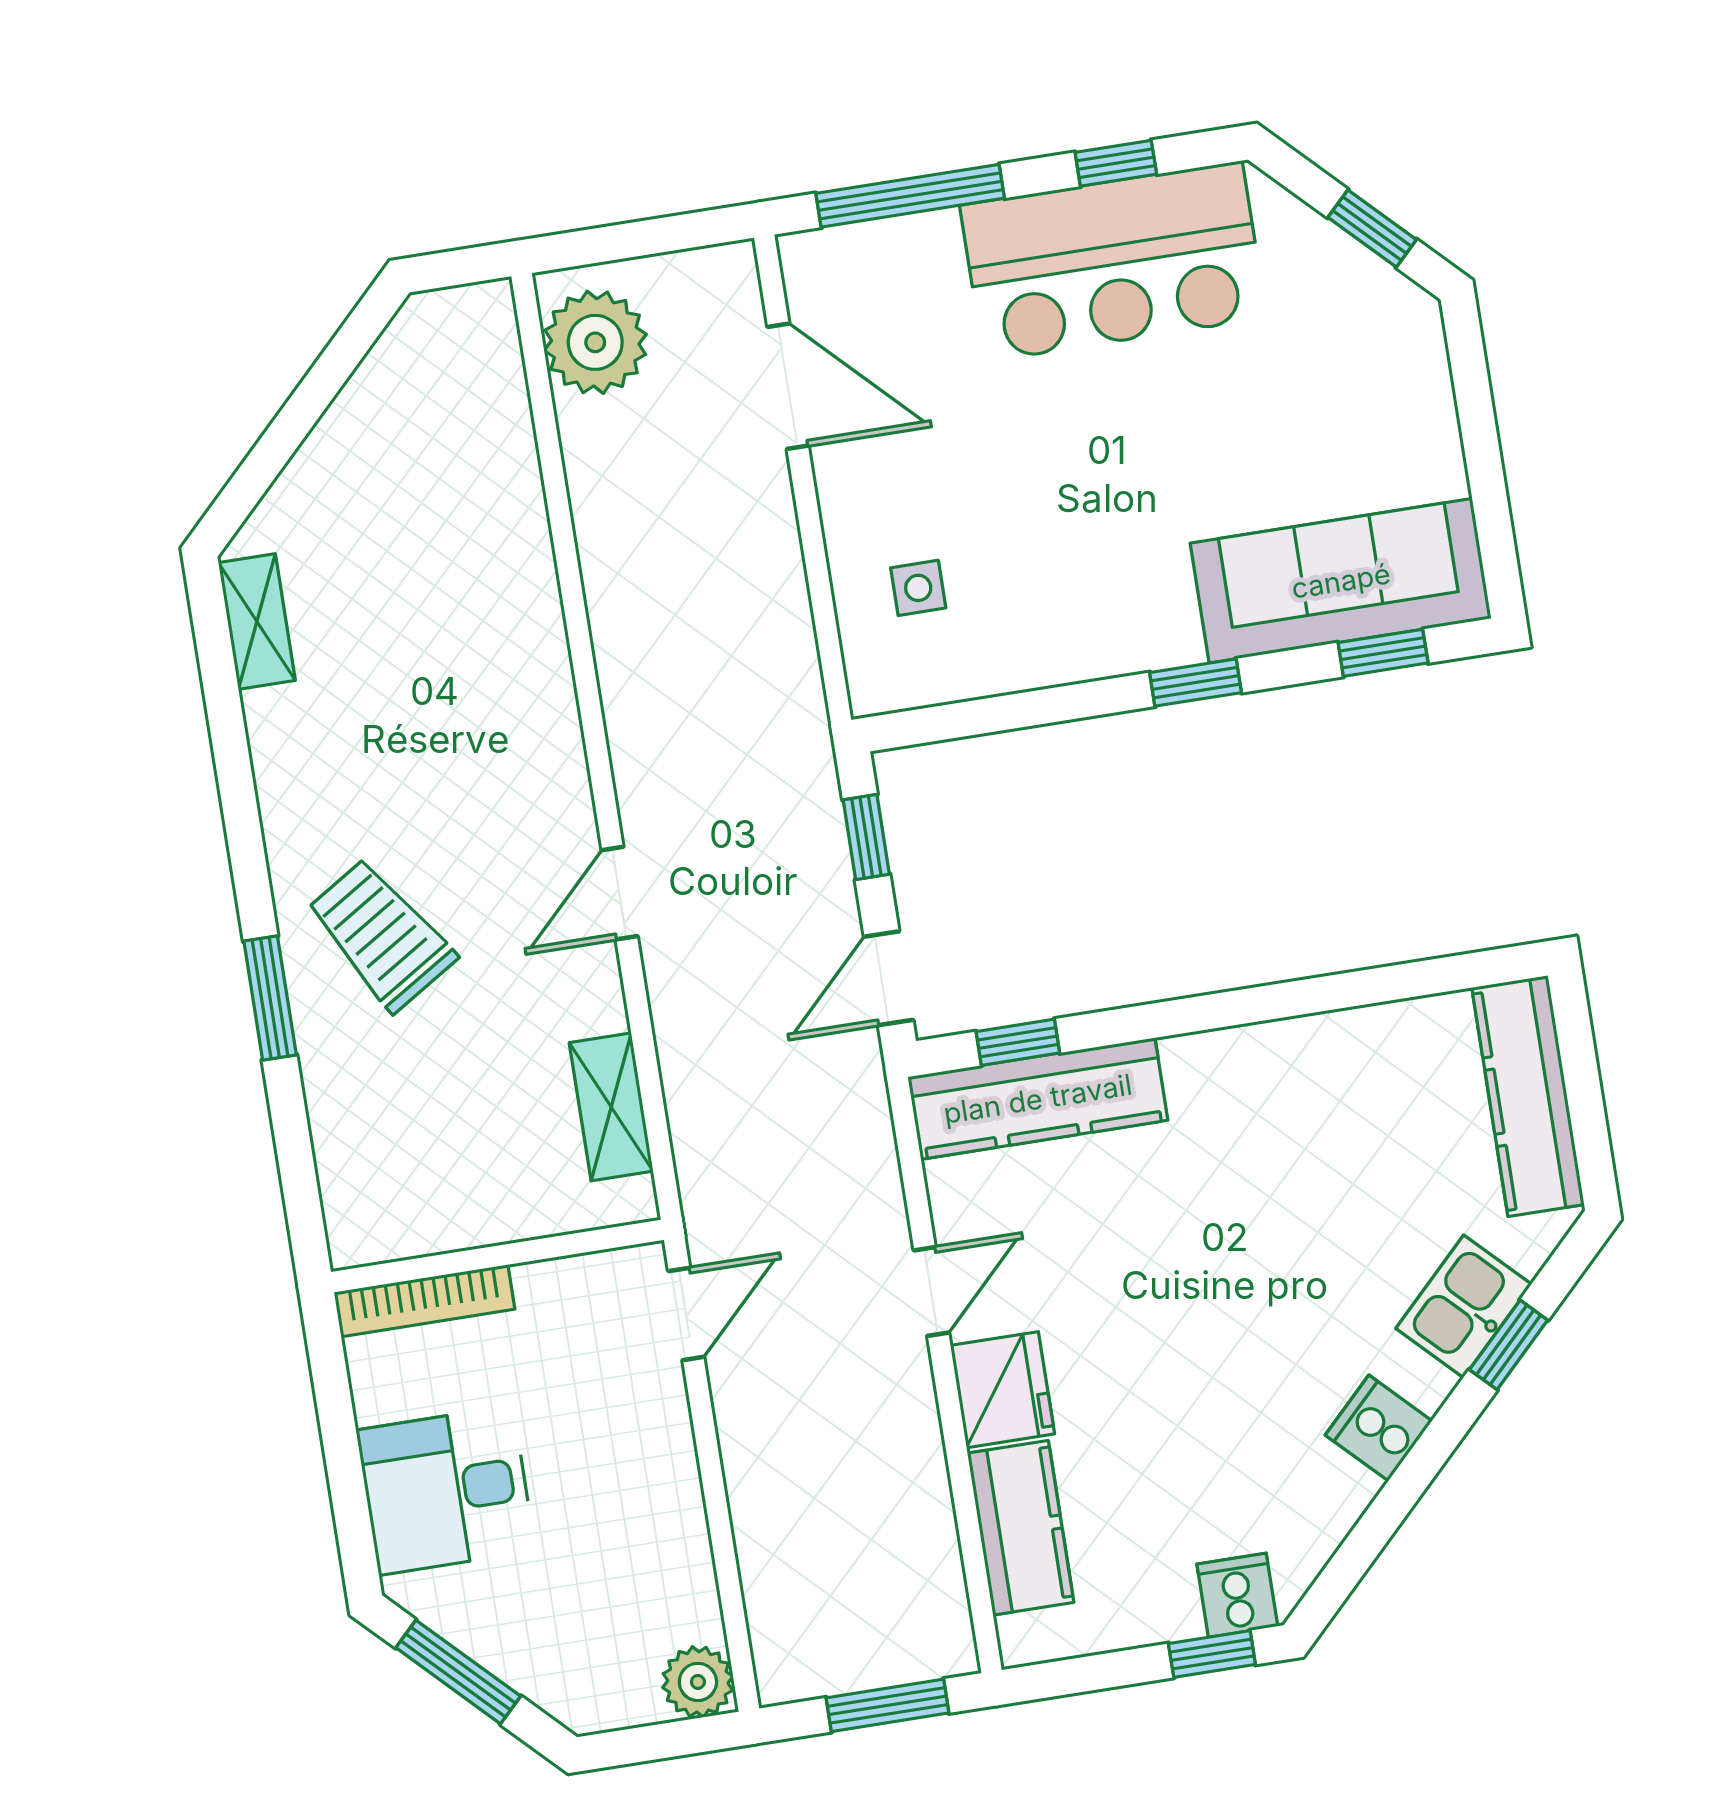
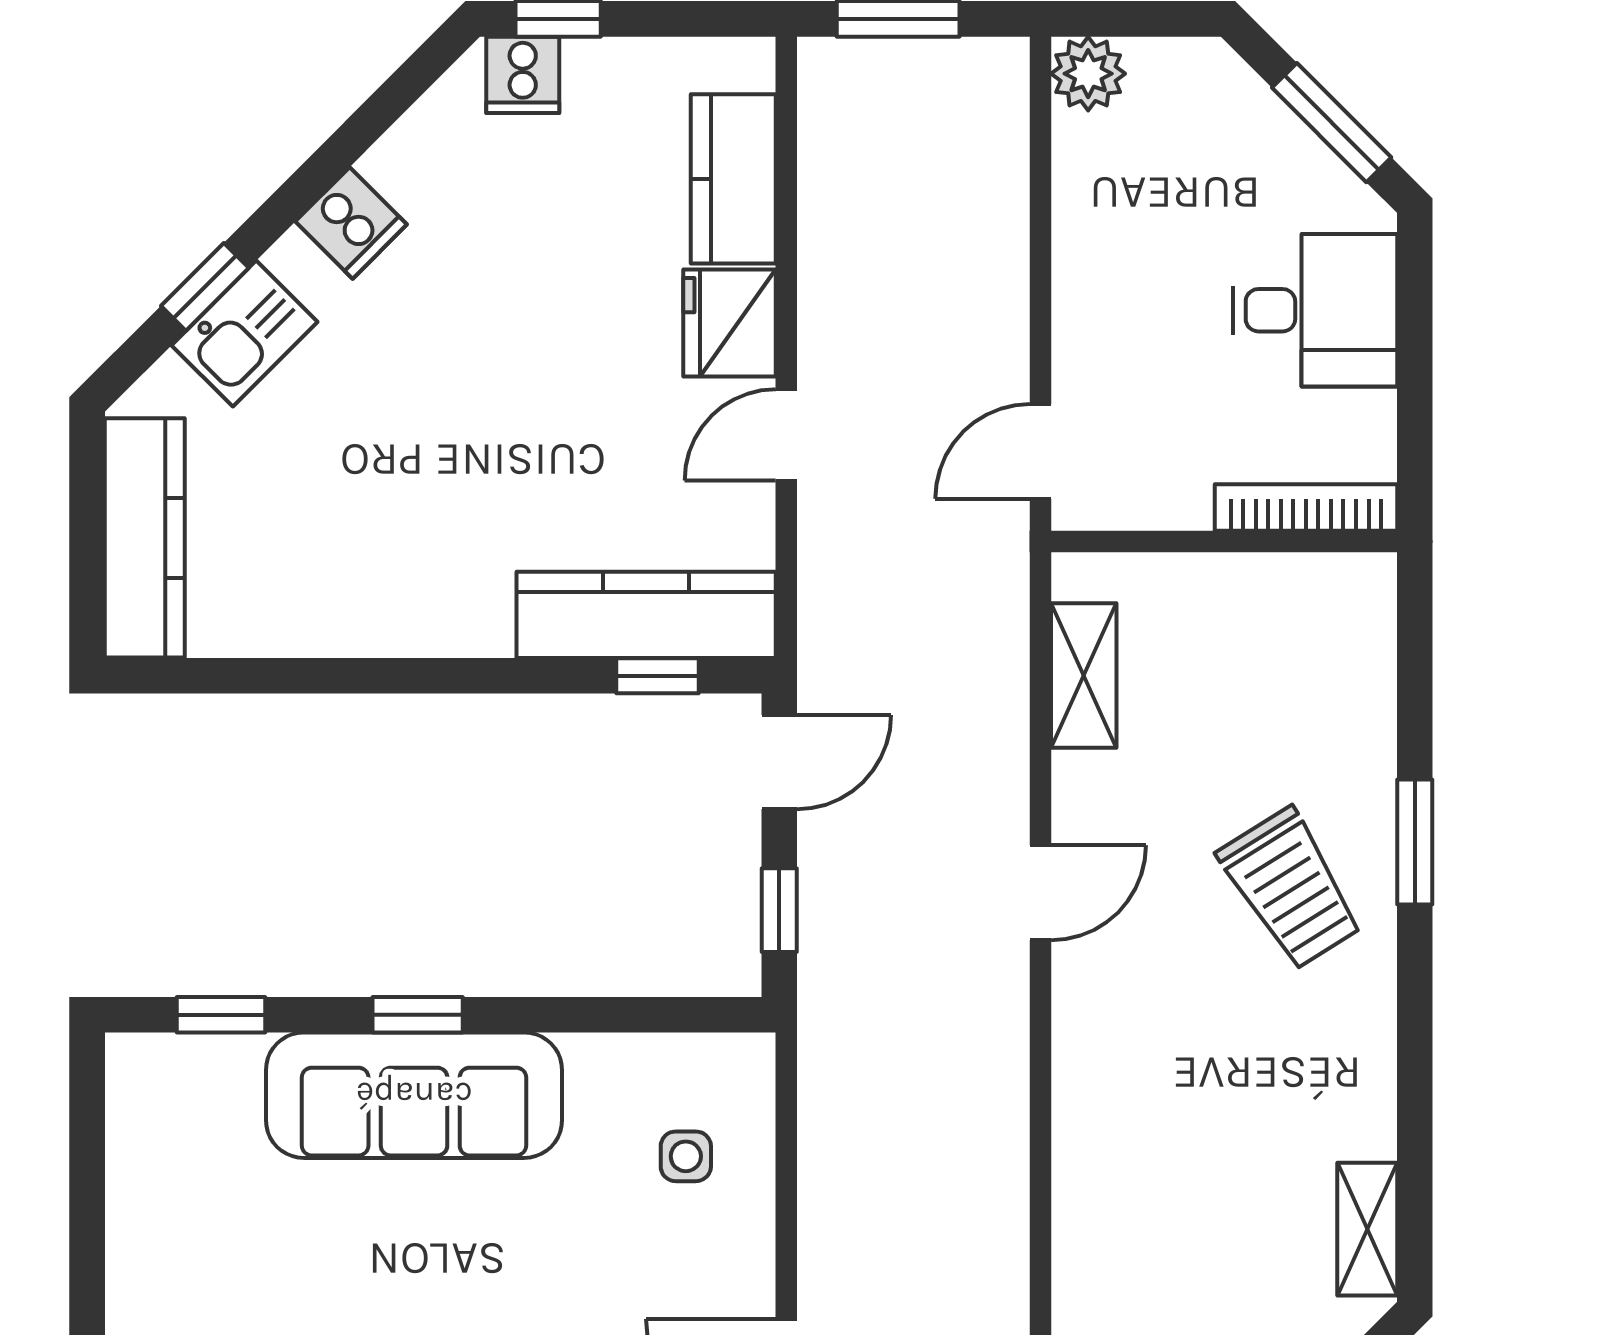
sofa: (1341, 581) -> (414, 1095), moved

